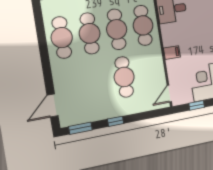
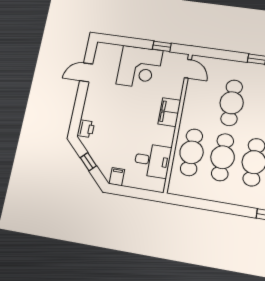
filing cabinet: (172, 53) -> (169, 112), width x2.00
door: (169, 94) -> (188, 69), hinge flipped

